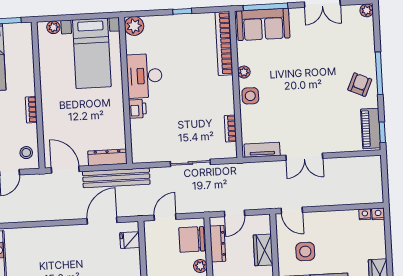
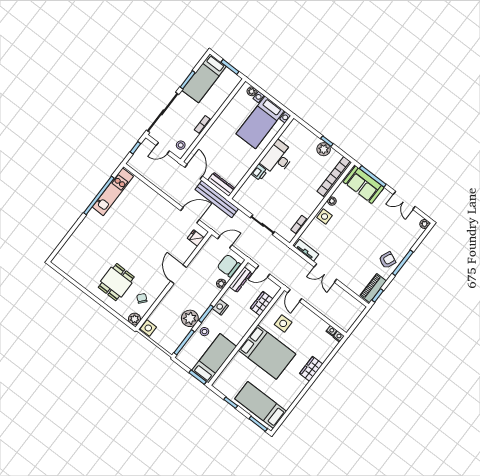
plant: (134, 26) -> (324, 149), moved

